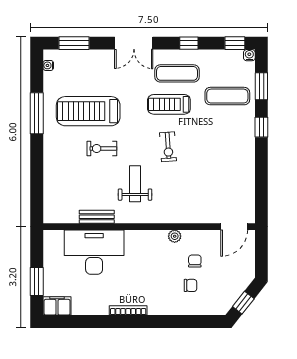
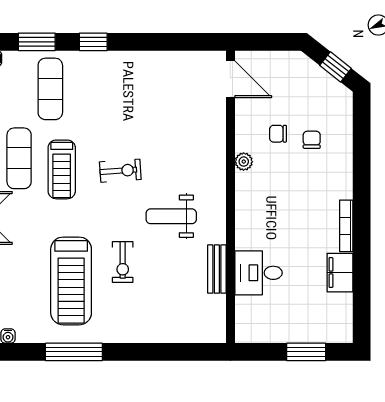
desk: (94, 252) -> (259, 273), width x0.53, depth x0.77
filing cabinet: (57, 306) -> (340, 273), moved

